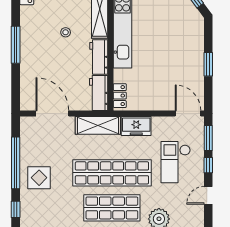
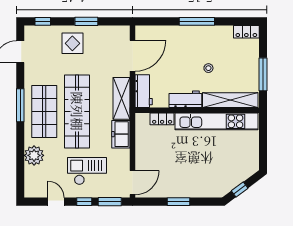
workbench: (99, 93) -> (144, 91), moved, turned 90
locker: (120, 96) -> (162, 119), moved
window: (16, 163) -> (86, 21), width x0.47

